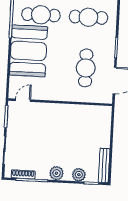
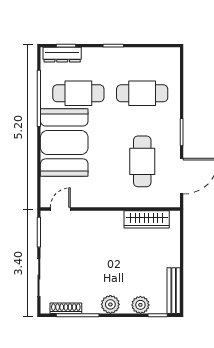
wardrobe: (87, 111) -> (147, 219), added

